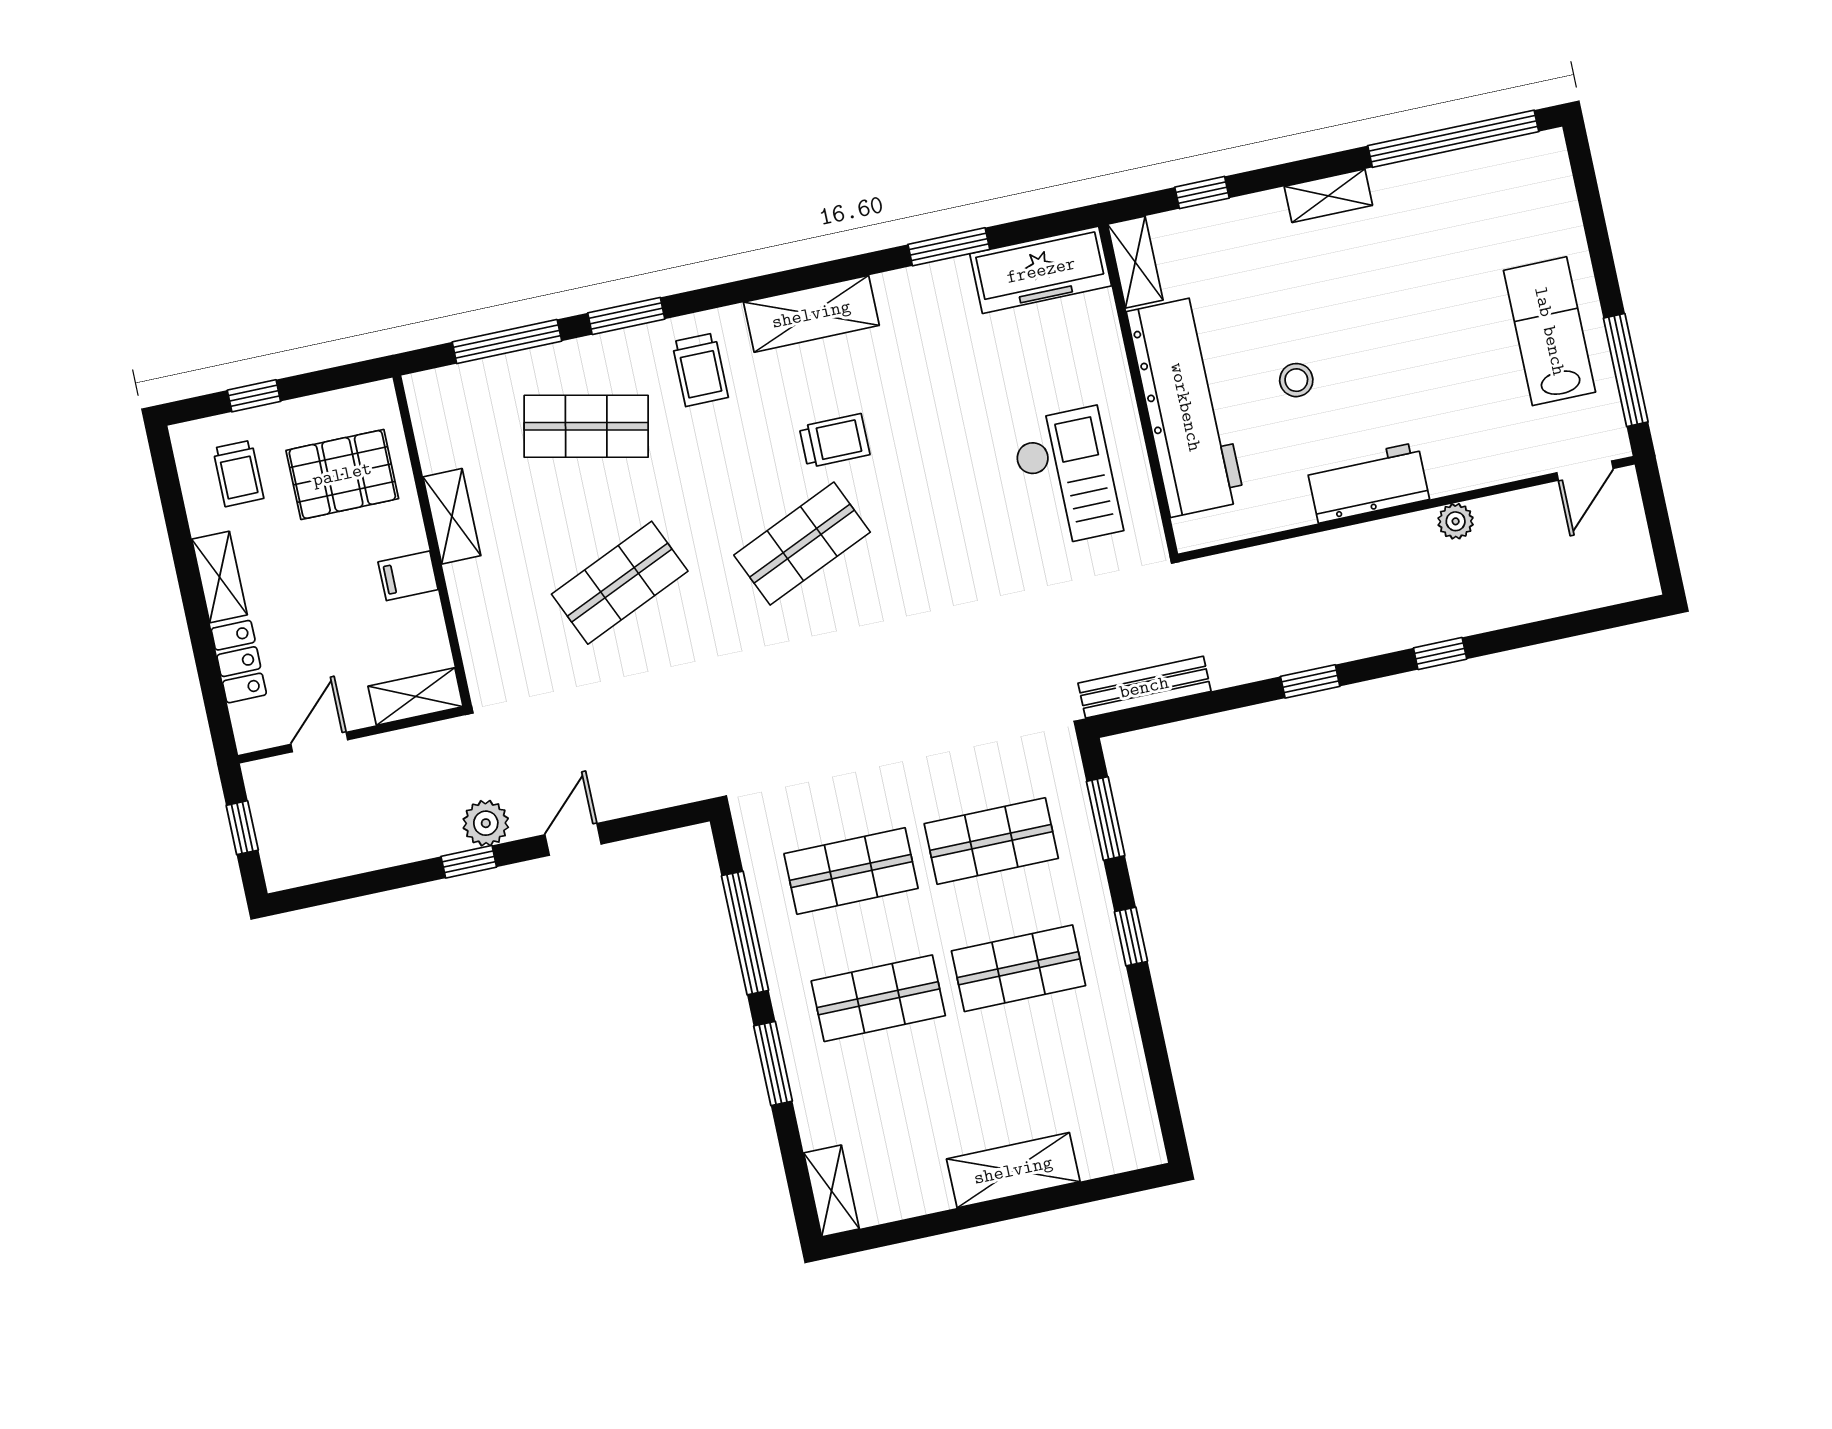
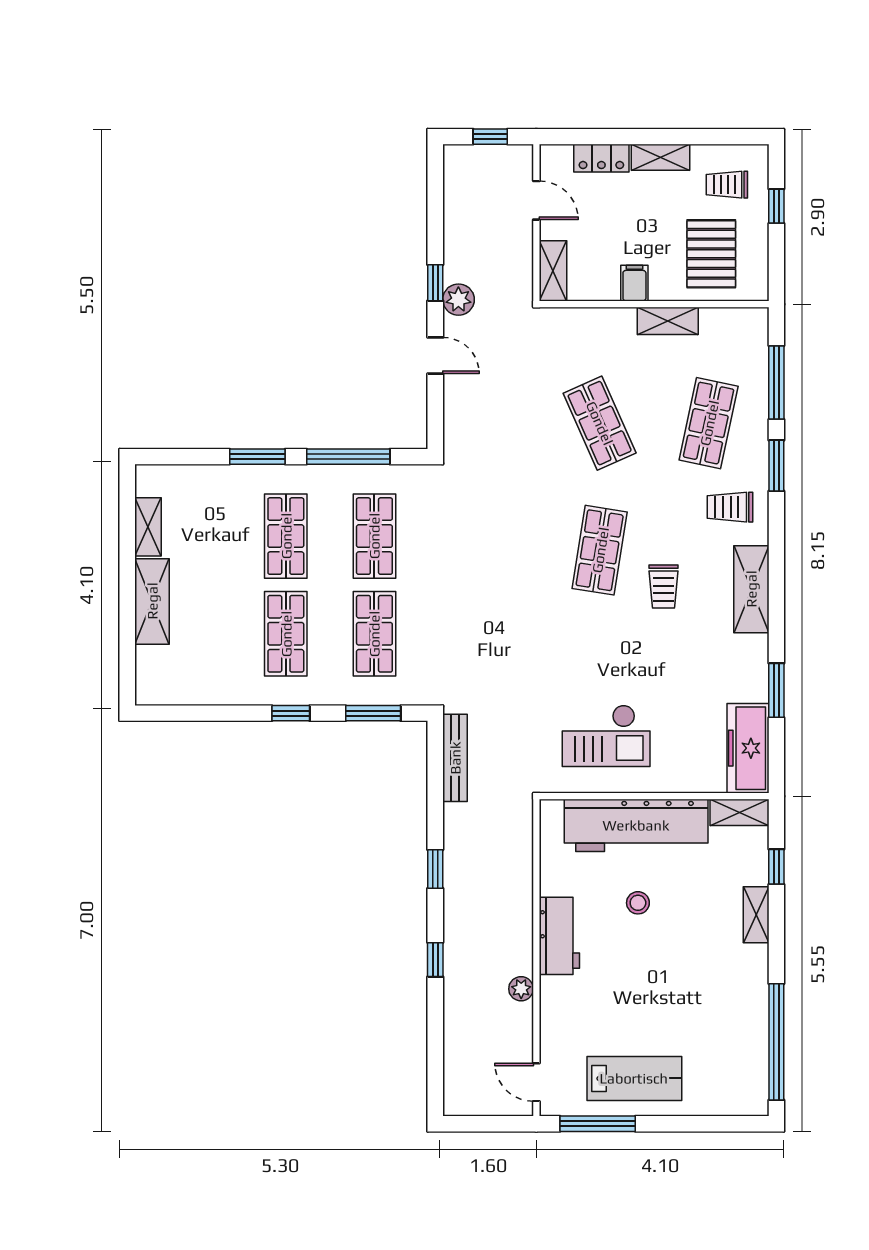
shelving: (1328, 196) -> (756, 915), moved
shop shelf: (802, 544) -> (600, 550), turned 33
shelving: (831, 1191) -> (148, 527), moved, turned 90

